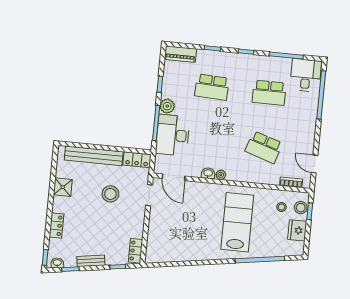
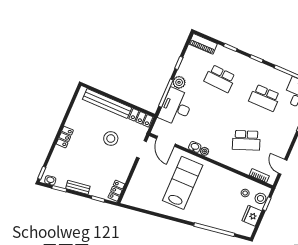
school desk: (264, 147) -> (246, 140), turned -39
shower: (63, 187) -> (74, 121), removed
lab bench: (237, 222) -> (183, 183), moved
locker: (56, 225) -> (65, 137), moved

